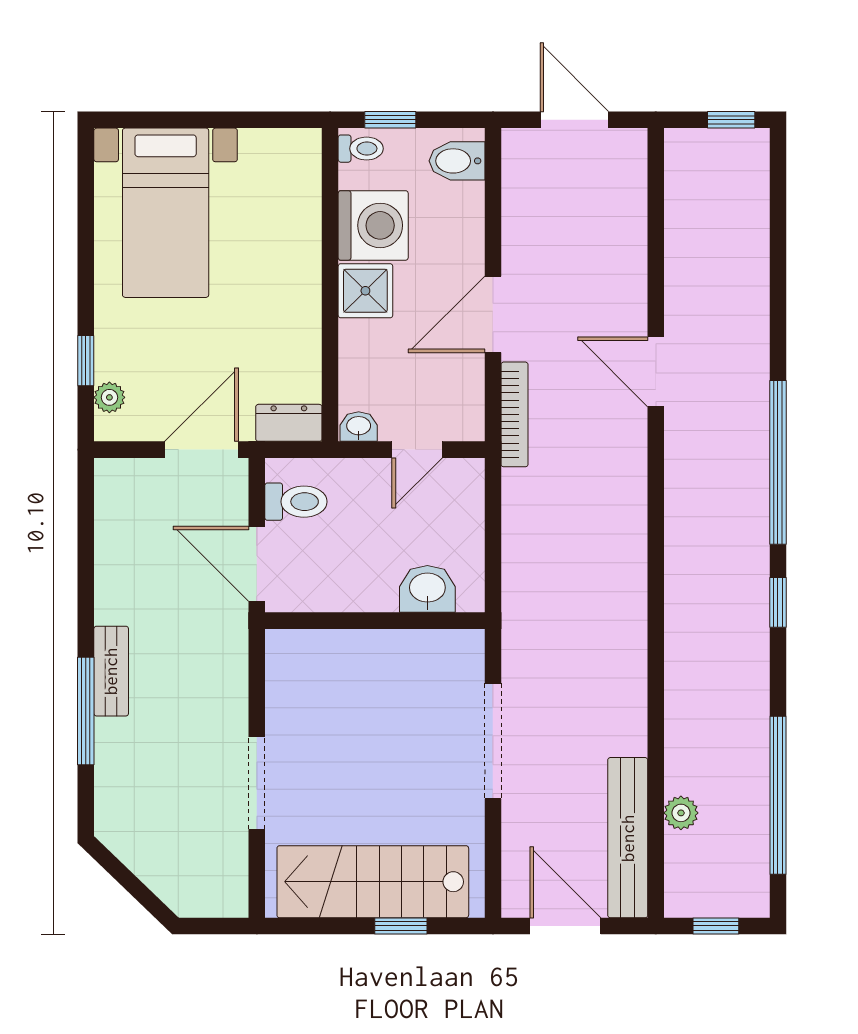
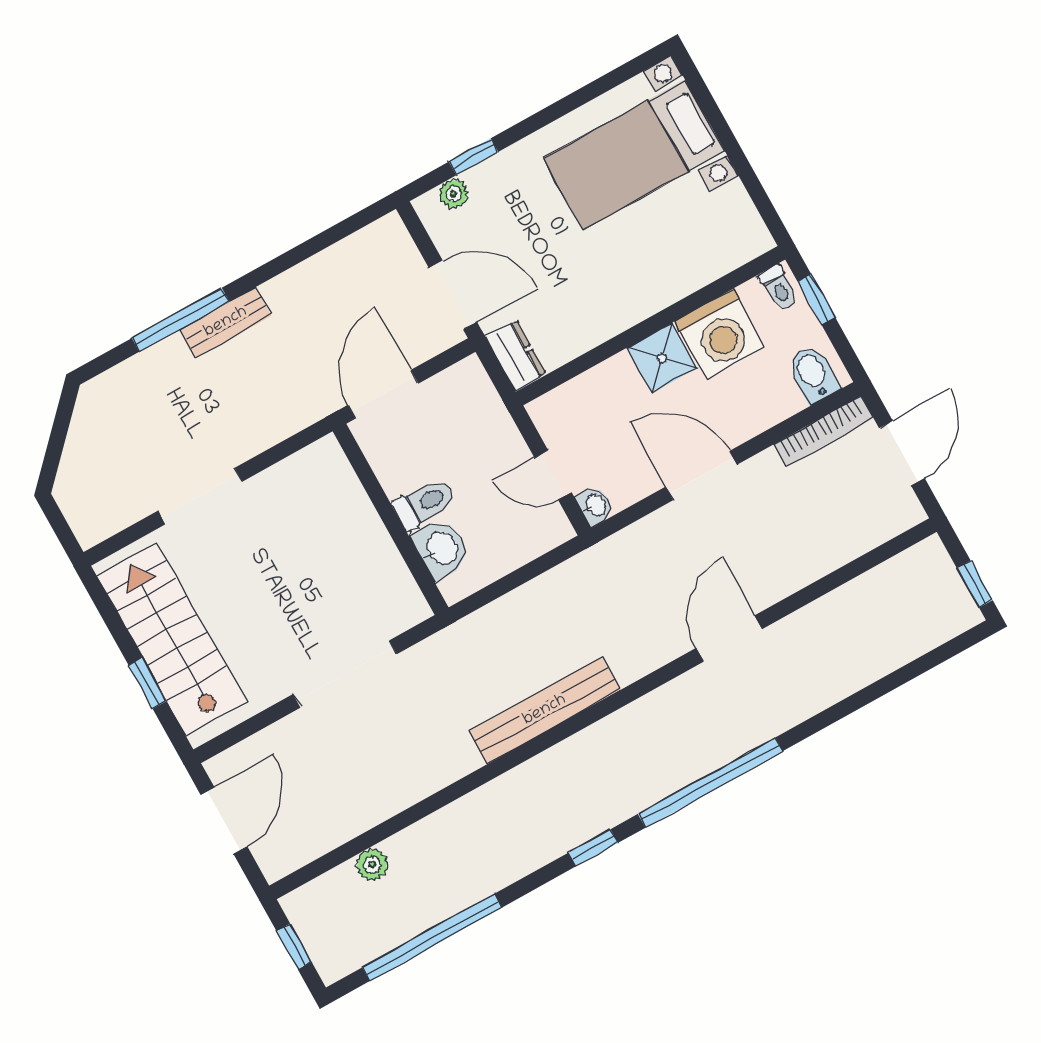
bookcase: (515, 414) -> (823, 431), moved
washbasin: (359, 427) -> (595, 506), moved
toilet: (296, 502) -> (424, 503), moved, turned -90
bench: (628, 838) -> (545, 710), moved

